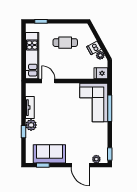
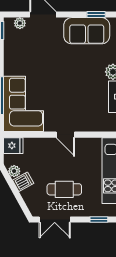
double door: (72, 21) -> (55, 219), added
door: (48, 81) -> (65, 135), moved

